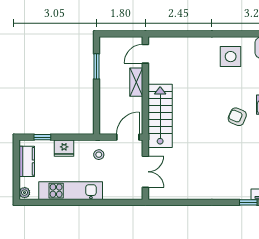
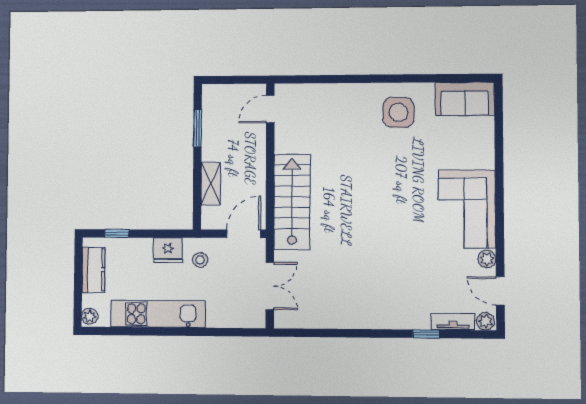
shelving: (136, 82) -> (211, 184), moved
armchair: (237, 117) -> (409, 203), removed
fridge: (64, 148) -> (168, 250), moved

